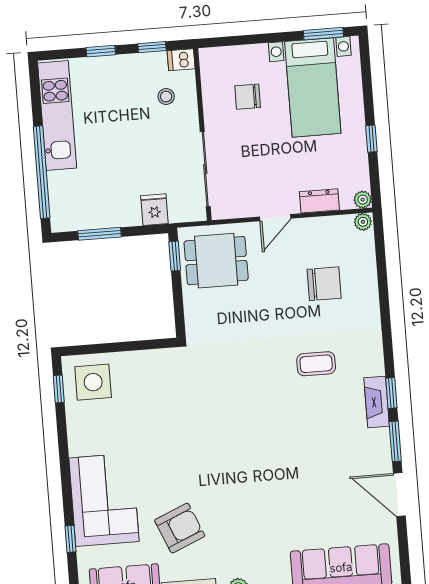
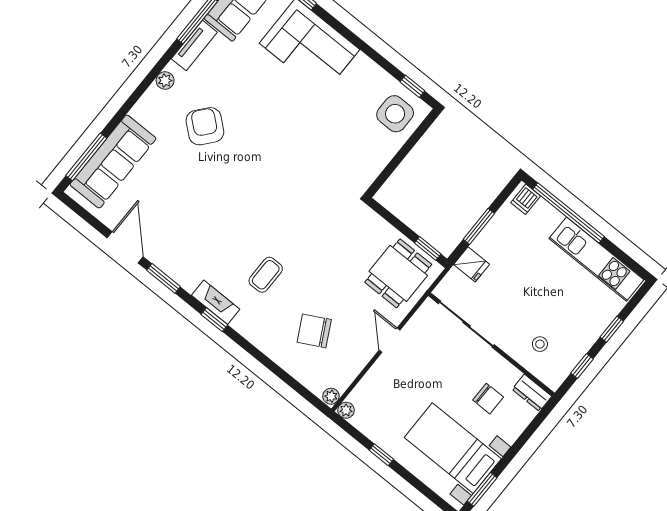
dishwasher: (181, 60) -> (526, 199), moved, turned 180
chair: (248, 97) -> (488, 399), turned 90
dresser: (319, 201) -> (532, 393), moved, turned 90
window: (100, 234) -> (479, 226), moved
chair: (324, 284) -> (314, 331), turned 62
window: (391, 393) -> (214, 320), moved
fireplace: (377, 402) -> (216, 302), moved
door: (399, 495) -> (125, 247), hinge flipped
armchair: (180, 528) -> (205, 126), moved, turned 153

